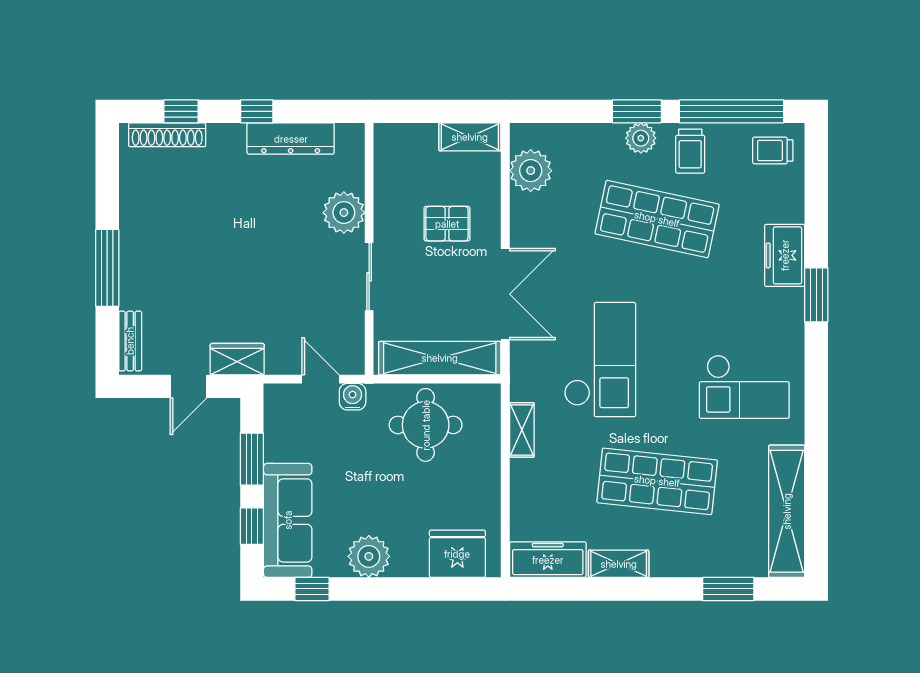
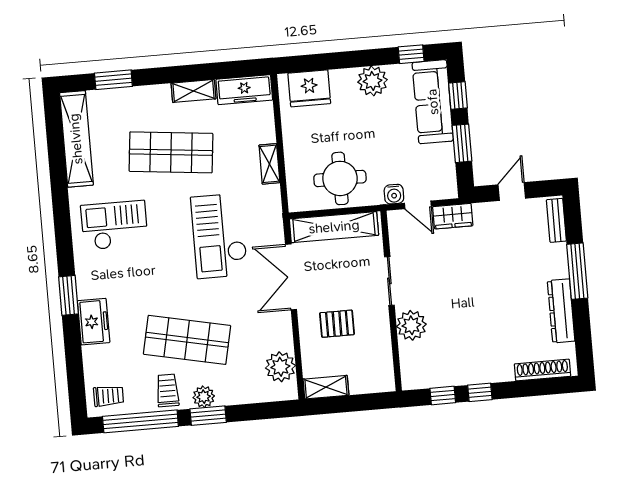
window: (181, 111) -> (443, 395), moved
dresser: (291, 139) -> (561, 311), moved, turned -90
wardrobe: (237, 359) -> (453, 216), moved
shelving: (522, 430) -> (269, 164), moved

